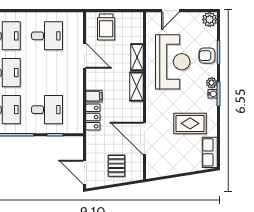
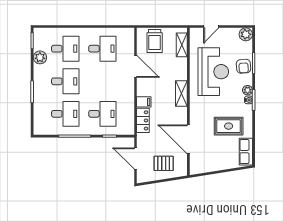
armchair: (207, 56) -> (244, 66), turned -94
shelving: (137, 57) -> (182, 45), moved
pallet: (116, 166) -> (164, 163), turned 90
door: (85, 172) -> (135, 159), moved

